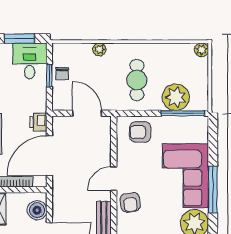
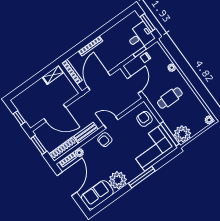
plant: (176, 97) -> (182, 134), moved
printer: (38, 122) -> (112, 63), removed
door: (49, 156) -> (99, 81), hinge flipped
corner sofa: (185, 176) -> (153, 148), moved
boiler: (37, 210) -> (67, 95), removed

